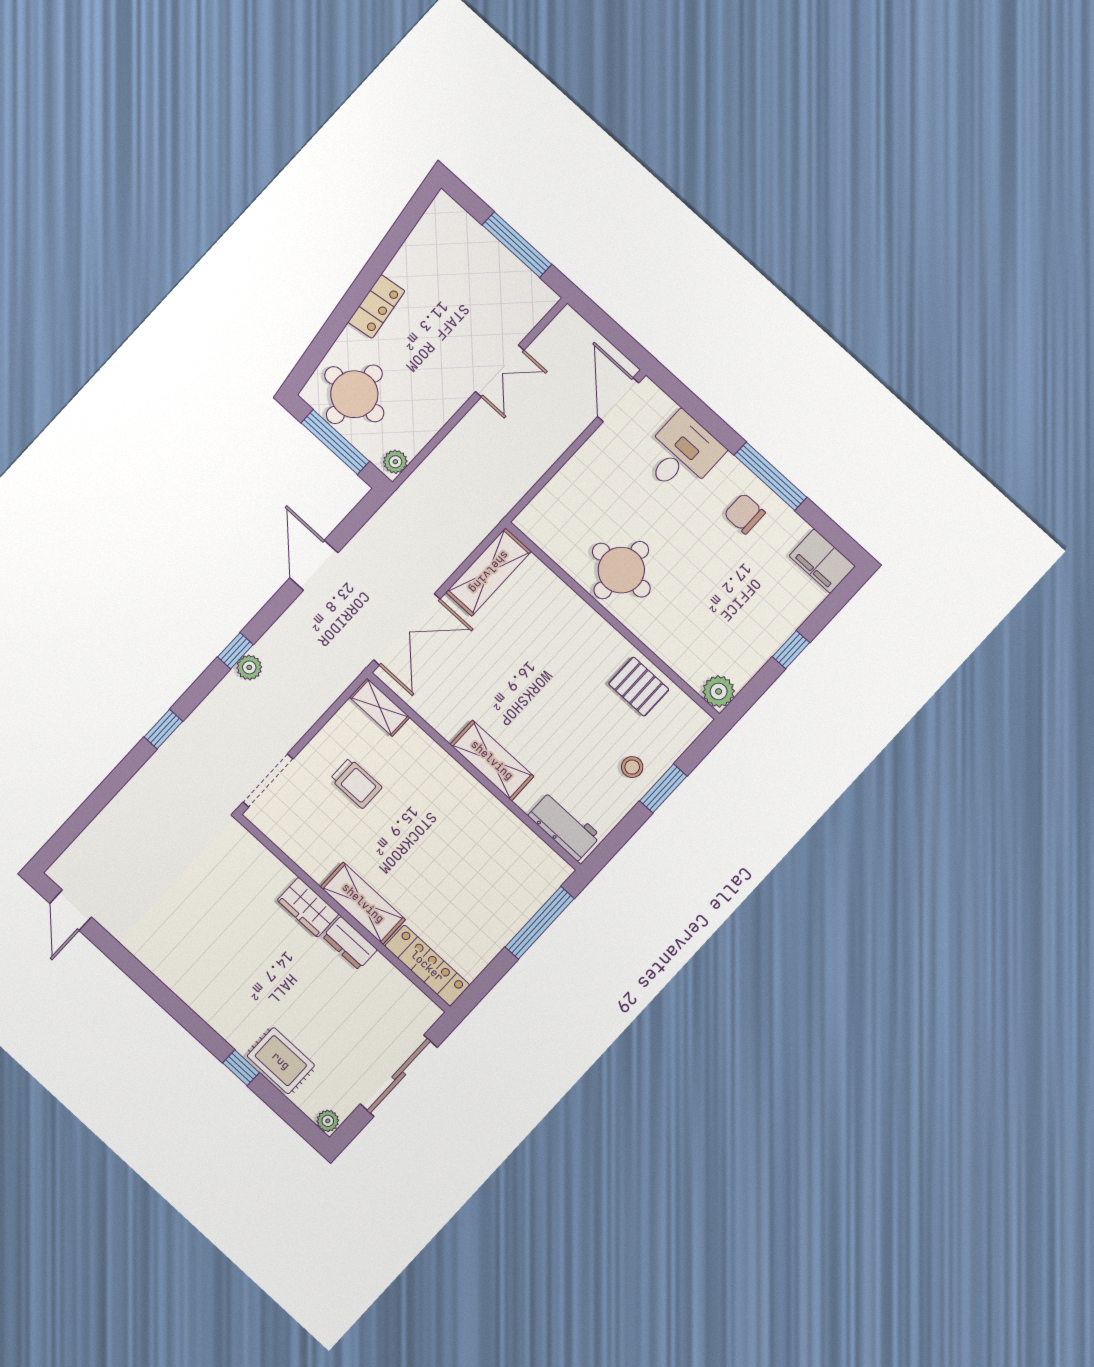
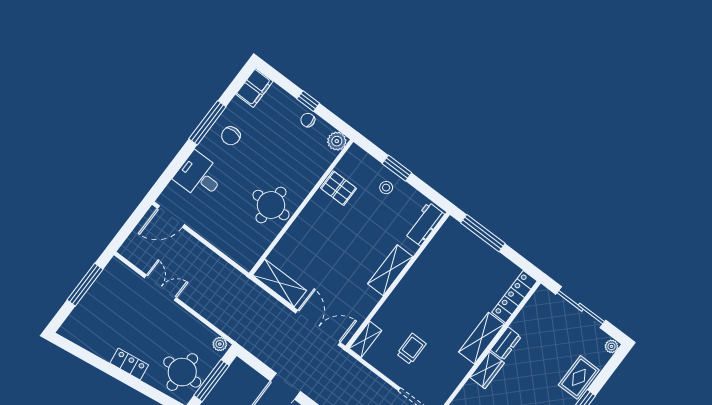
chair: (759, 646) -> (308, 120), added
pallet: (639, 687) -> (338, 188), turned 90

